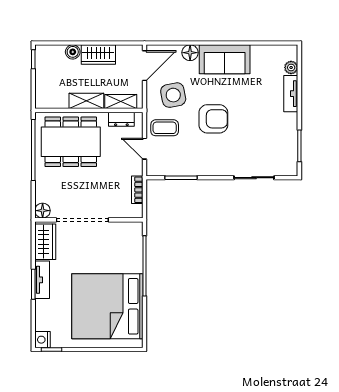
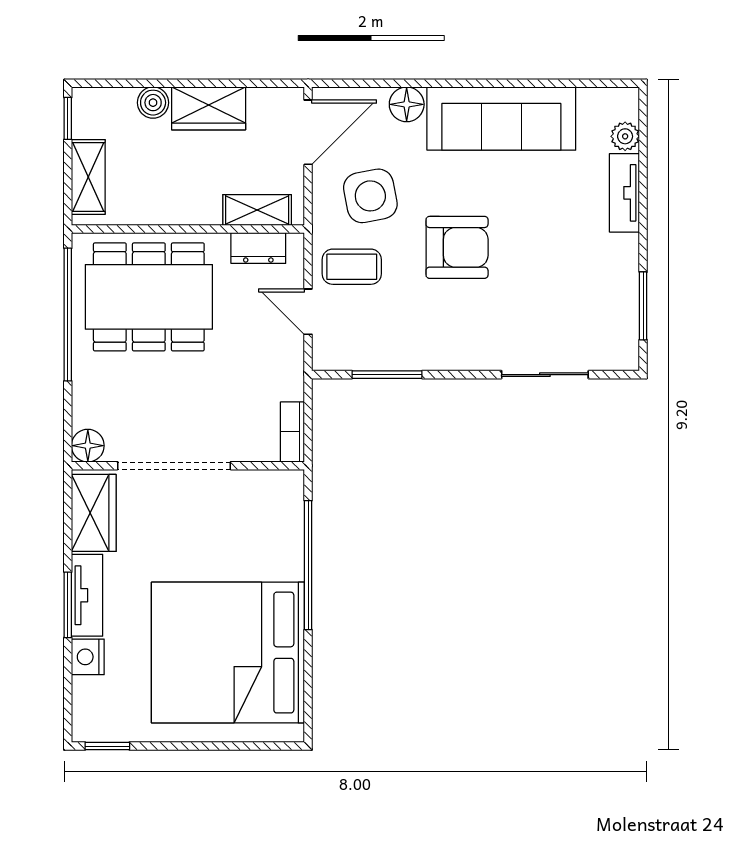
sofa: (225, 59) -> (501, 119), width x1.36
shelving: (86, 101) -> (88, 177), moved, turned 90
bookcase: (137, 190) -> (292, 432), moved
nightstand: (43, 340) -> (88, 657), moved

